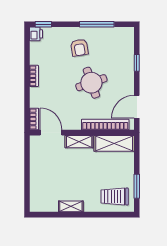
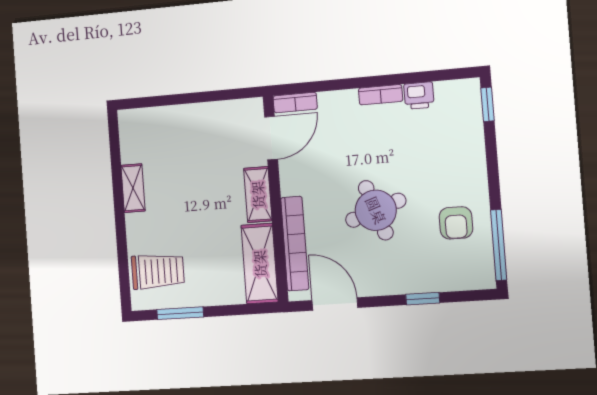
window: (97, 24) -> (499, 245), moved
printer: (36, 34) -> (419, 96), moved
armchair: (79, 48) -> (456, 223), moved, turned -81
trolley: (115, 196) -> (158, 271), turned 90

